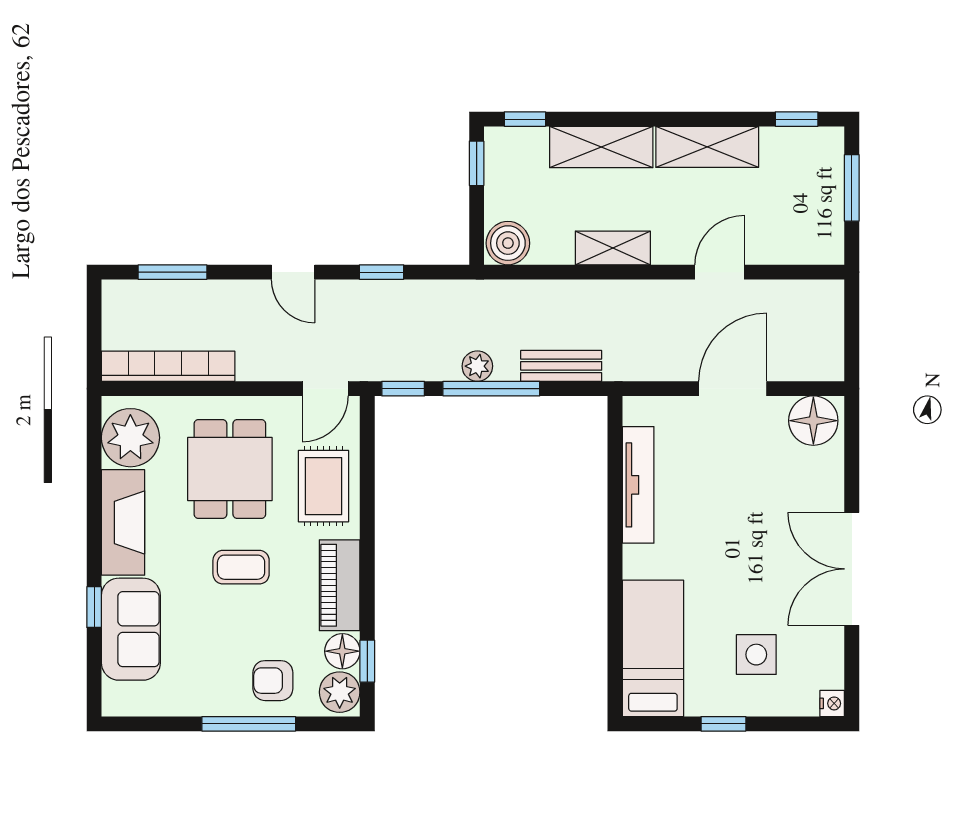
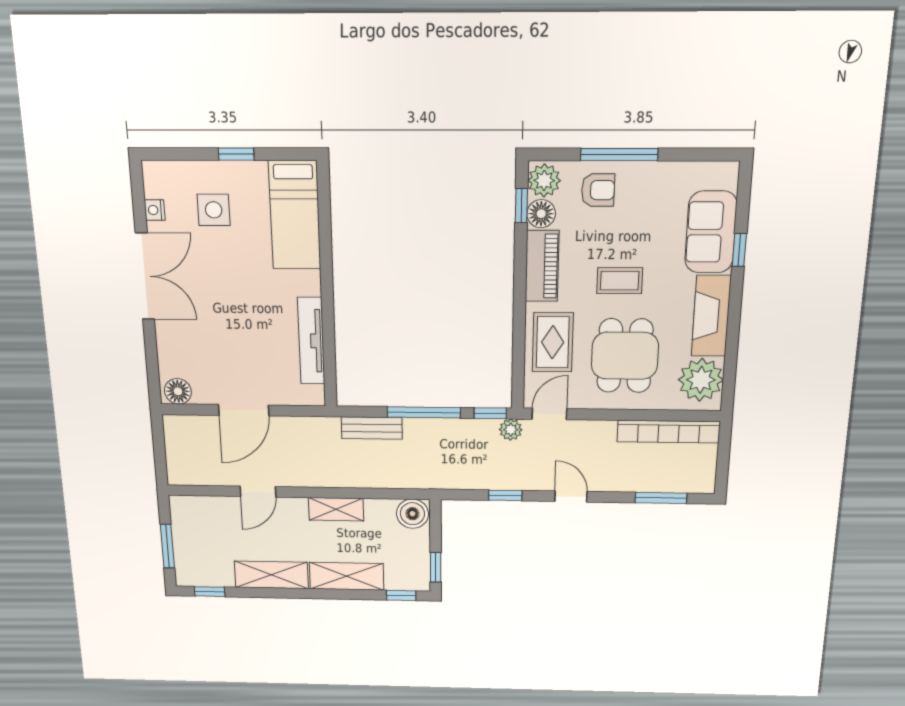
plant: (477, 366) -> (511, 430), moved
floor lamp: (813, 421) -> (178, 391), width x0.73, depth x0.73
nightstand: (832, 703) -> (155, 210), moved

